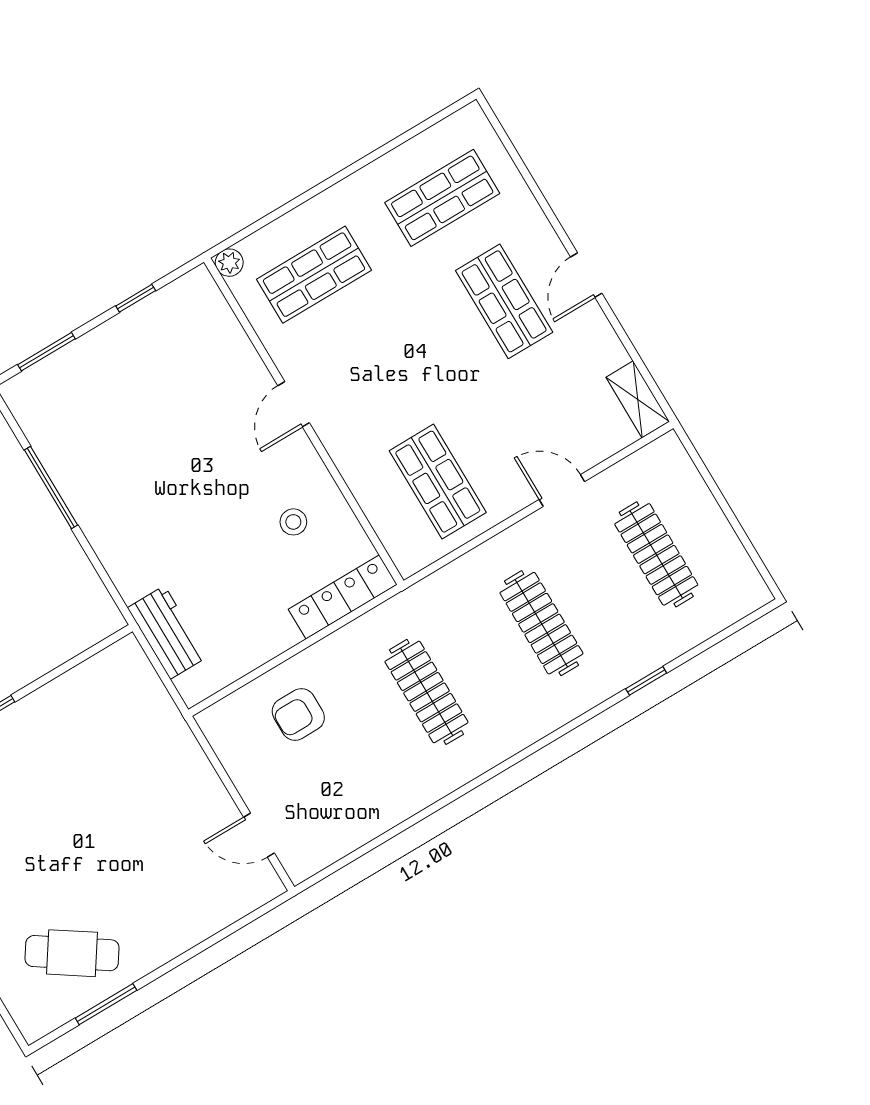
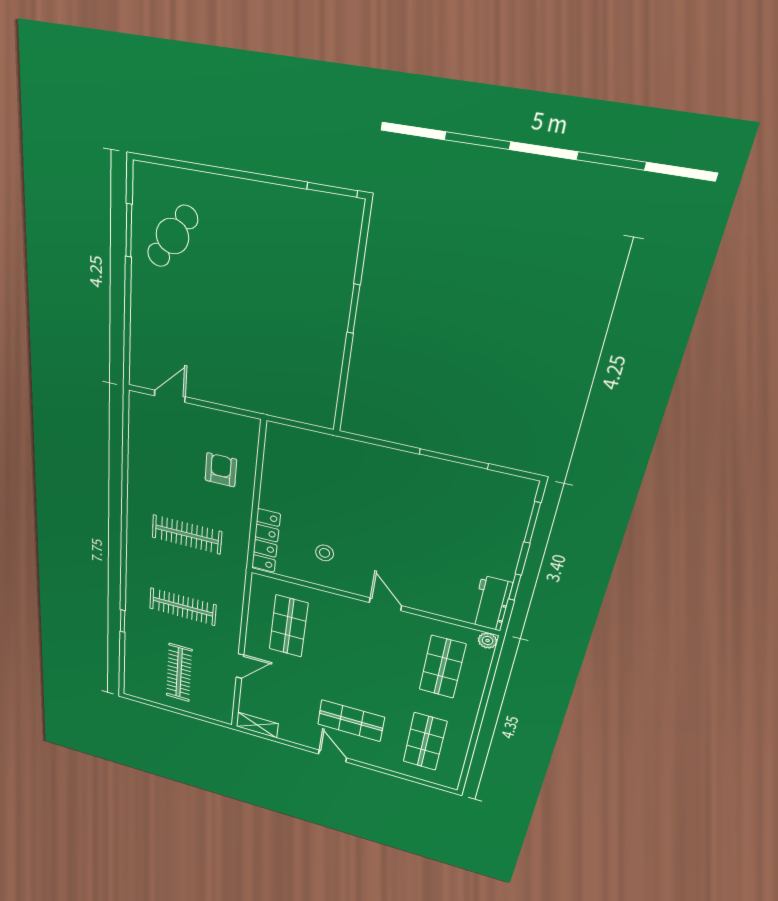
shop shelf: (438, 482) -> (289, 626), turned 90
clothes rail: (656, 554) -> (179, 673), turned 90
workbench: (167, 632) -> (491, 603), moved, turned 90

